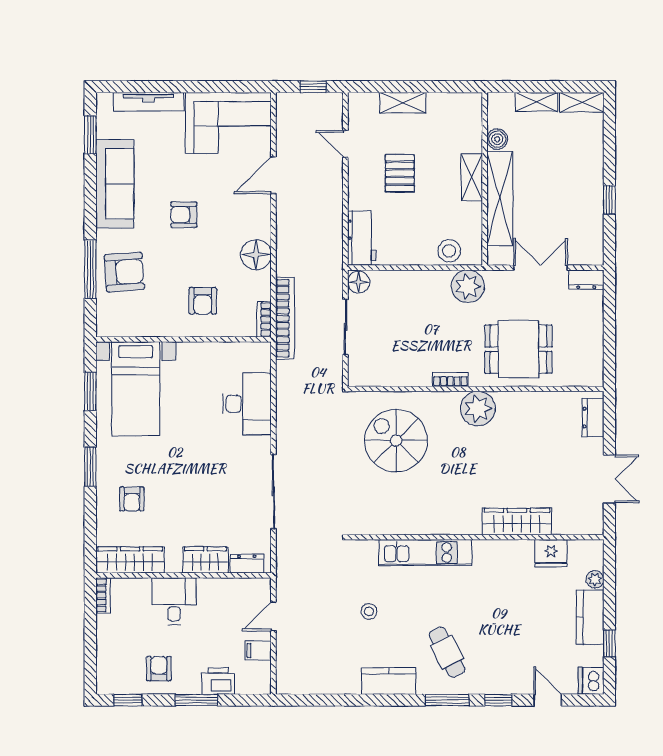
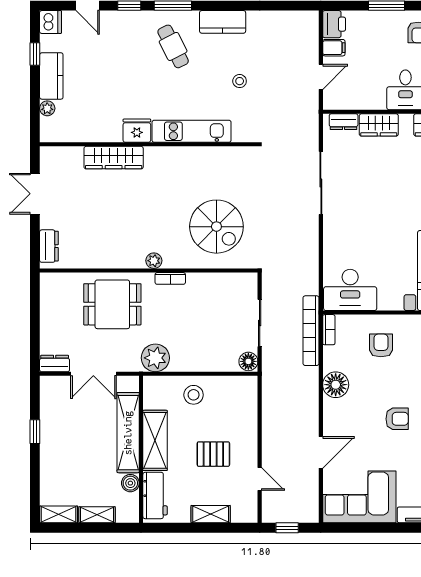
pallet: (400, 173) -> (213, 454), turned 90
shelving: (472, 177) -> (155, 440), width x1.50, depth x1.33
workbench: (362, 238) -> (155, 495), moved, turned 180
stool: (449, 251) -> (194, 395), moved
desk: (247, 404) -> (350, 290), moved, turned -90
plant: (478, 409) -> (154, 261), width x0.53, depth x0.53
fridge: (551, 553) -> (137, 131), moved
printer: (218, 681) -> (334, 24), moved, turned -90

